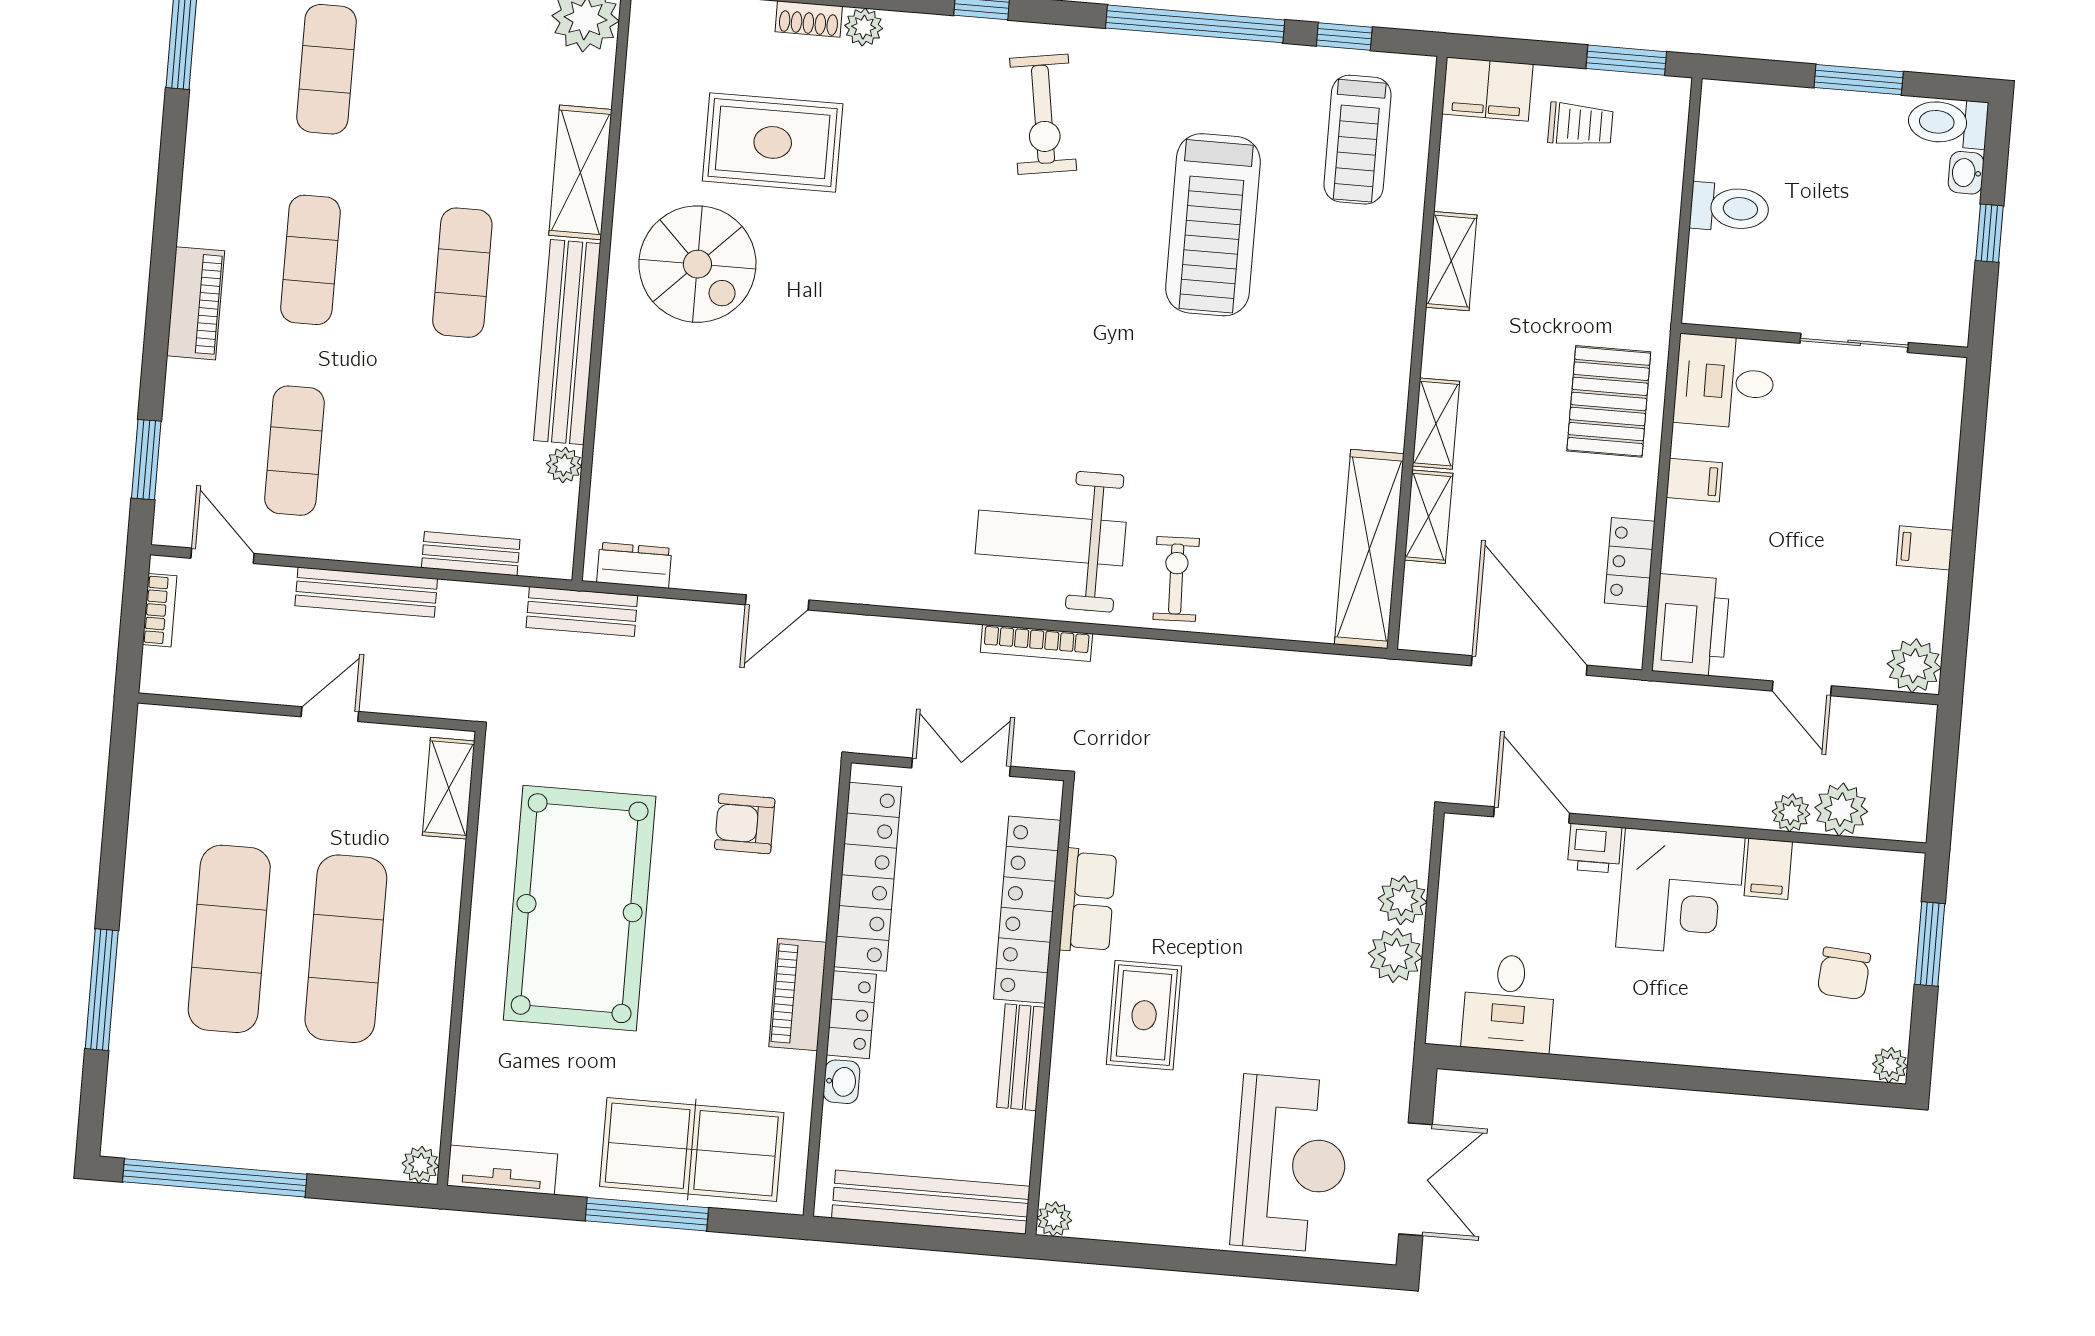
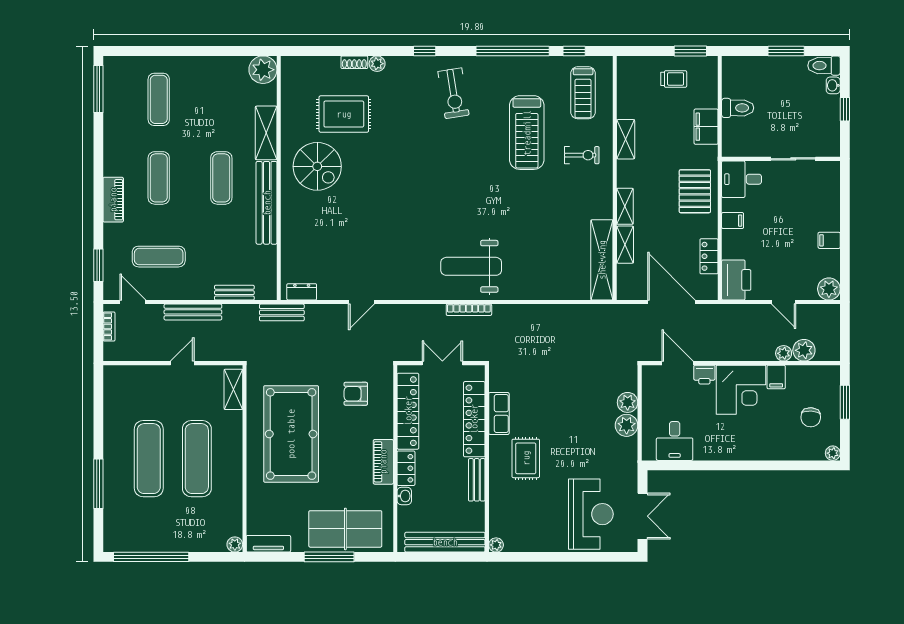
filing cabinet: (1487, 89) -> (706, 127), moved, turned 90
exercise mat: (294, 451) -> (159, 257), turned 90
plant: (564, 465) -> (270, 253), removed
exercise bike: (1176, 579) -> (582, 155), moved, turned 92

